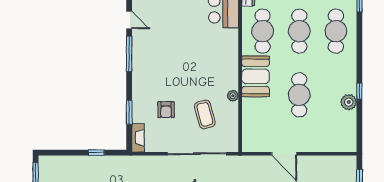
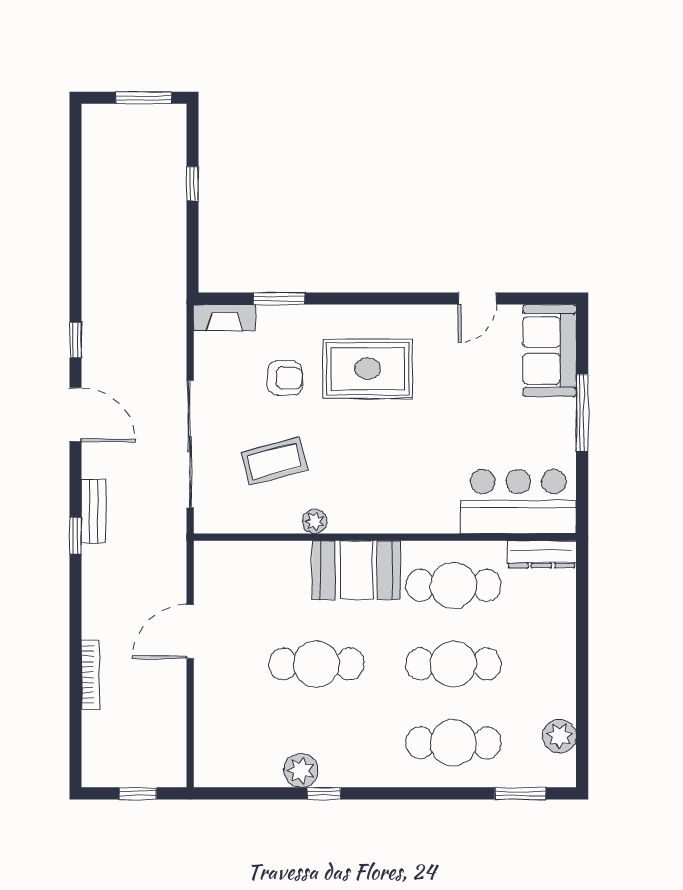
window: (129, 54) -> (405, 299), removed
rug: (162, 71) -> (368, 369), added
armchair: (166, 110) -> (285, 378), turned 180
window: (96, 153) -> (192, 184), moved

